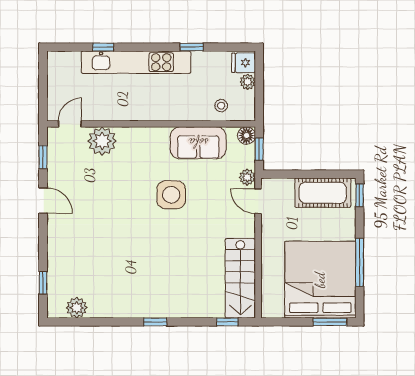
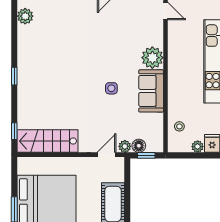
floor lamp: (247, 136) -> (139, 146), moved
plant: (102, 141) -> (152, 58), moved
sofa: (198, 143) -> (151, 91), moved
side table: (171, 195) -> (111, 88), width x0.54, depth x0.54

